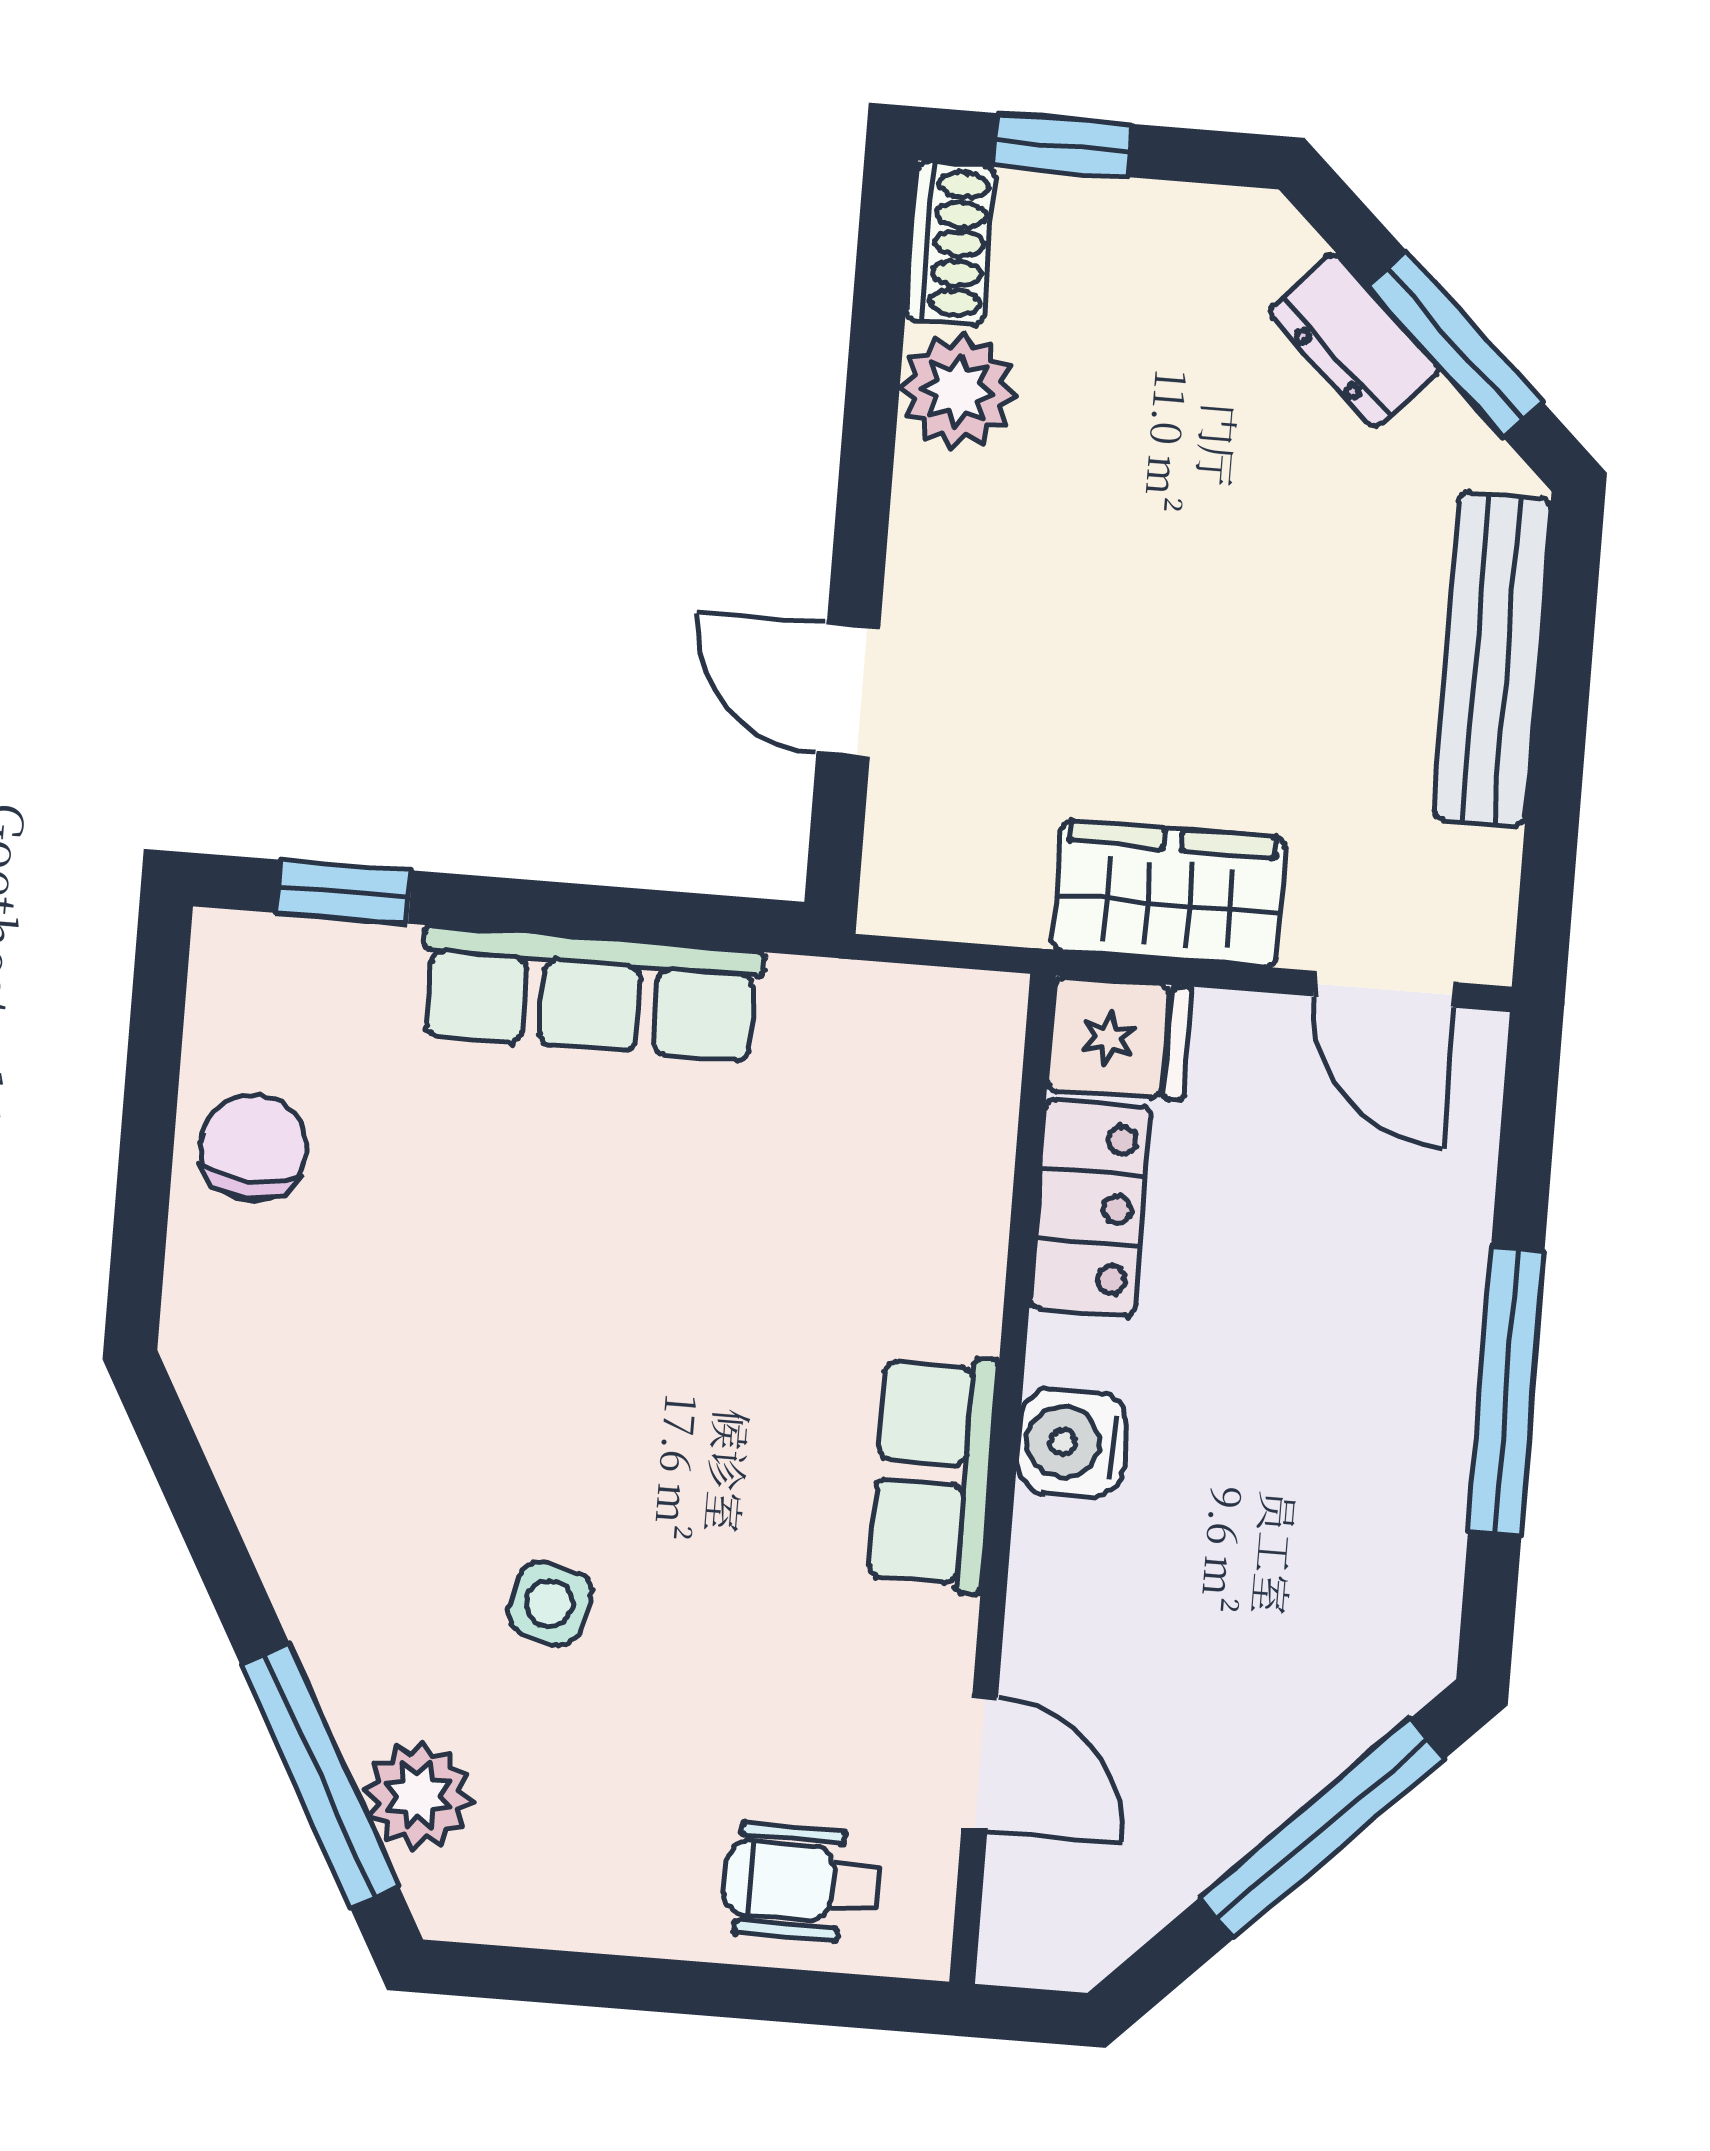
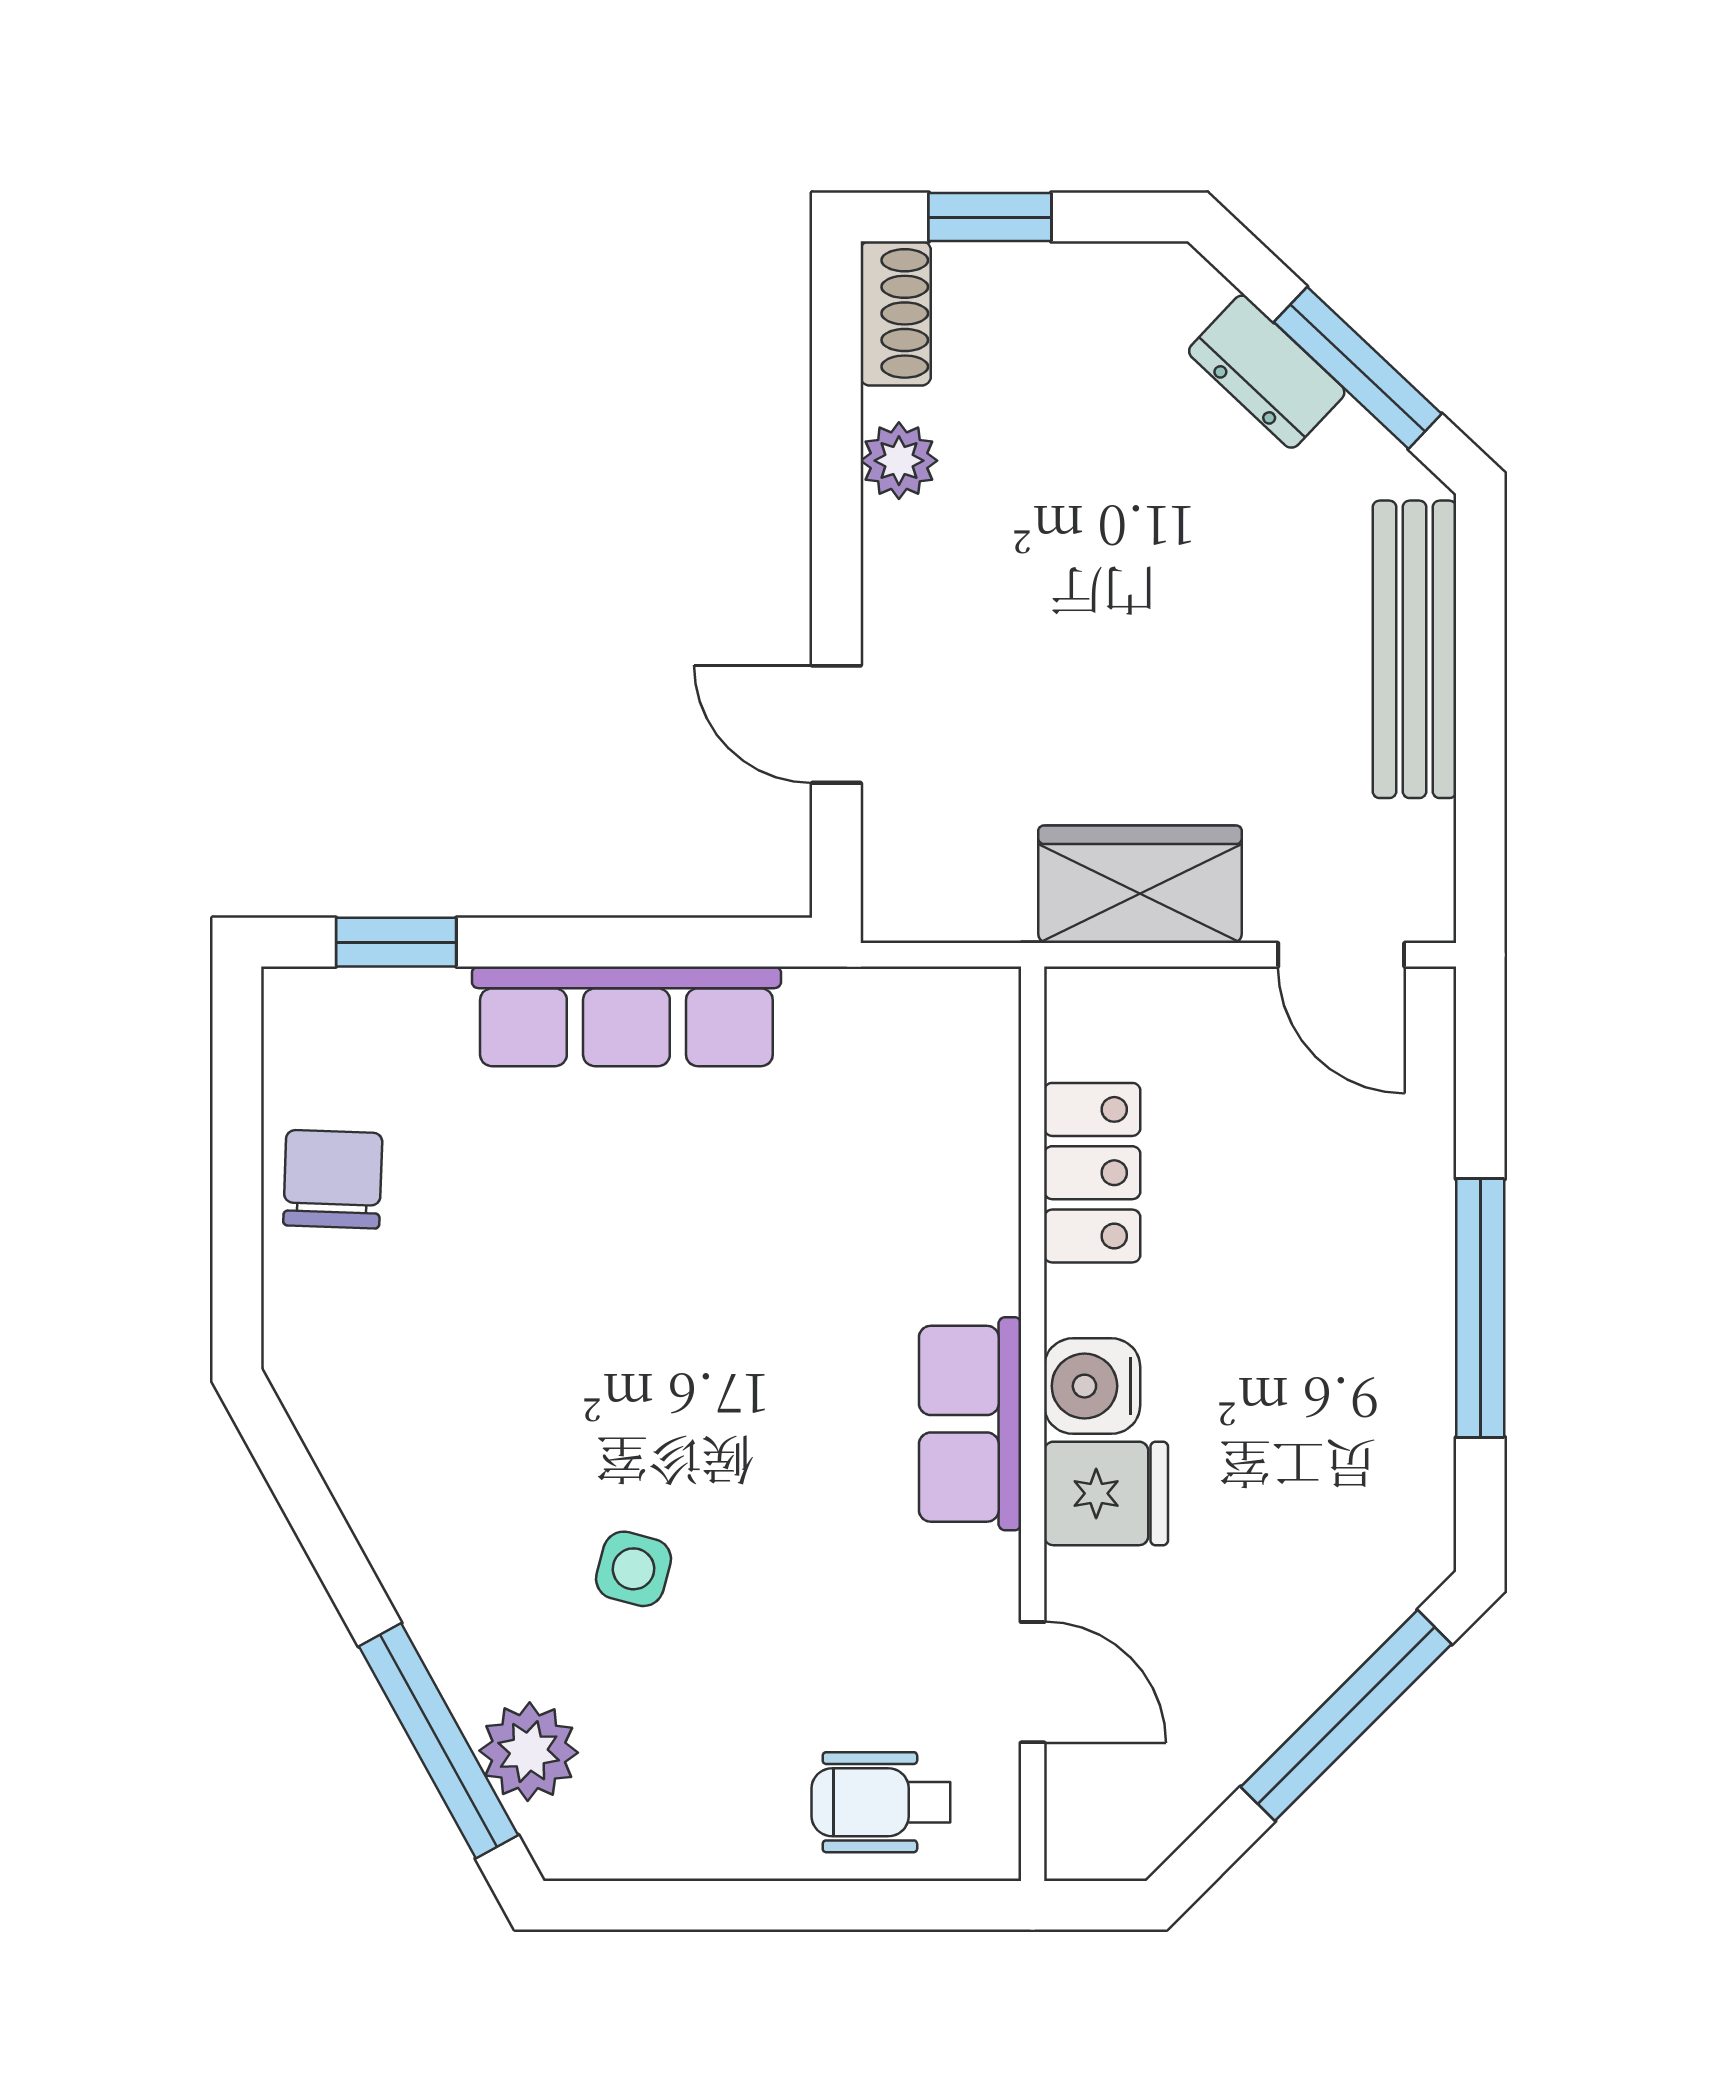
plant: (958, 391) -> (899, 461), width x0.73, depth x0.73
fridge: (1119, 1038) -> (1106, 1493), moved

